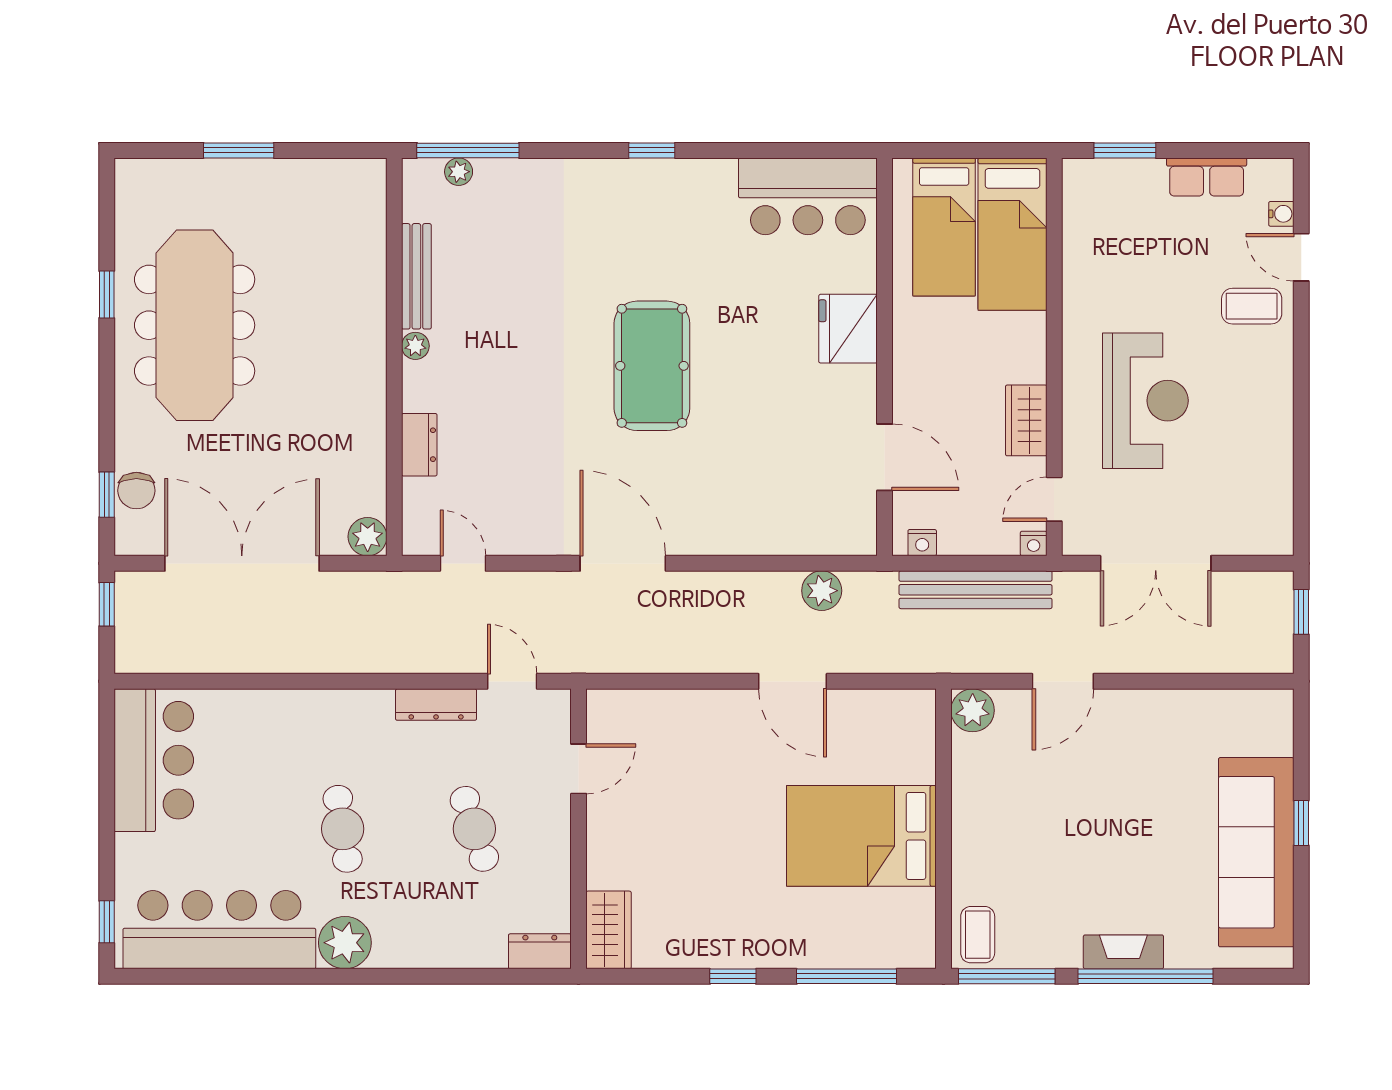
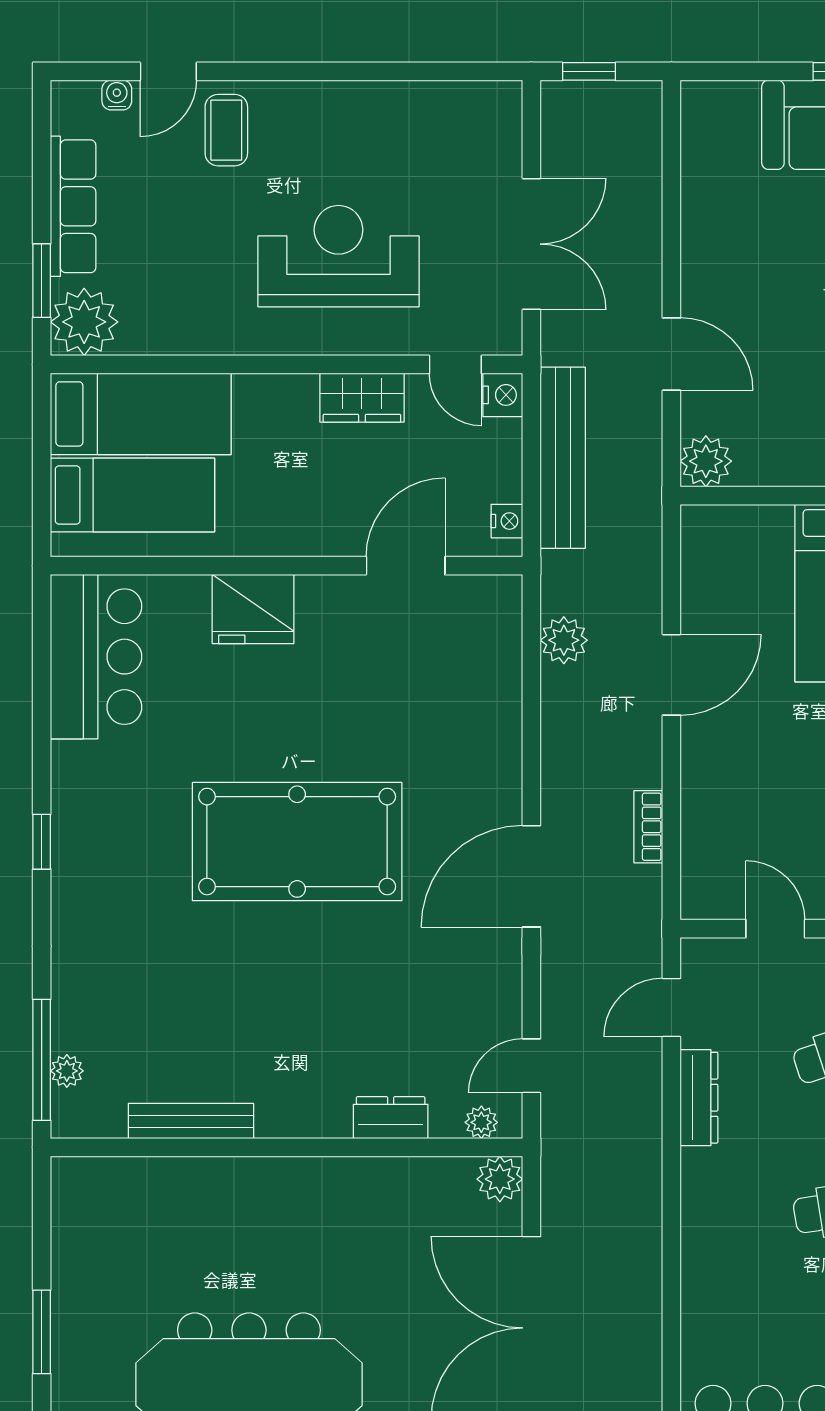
row of seats: (1207, 177) -> (73, 206), width x1.48
plant: (1090, 186) -> (84, 322), added
plant: (415, 346) -> (481, 1122), moved
pool table: (652, 366) -> (297, 842), width x1.36, depth x1.32
nightstand: (1034, 544) -> (503, 395), width x1.39, depth x1.35
bookcase: (664, 662) -> (648, 827), added

